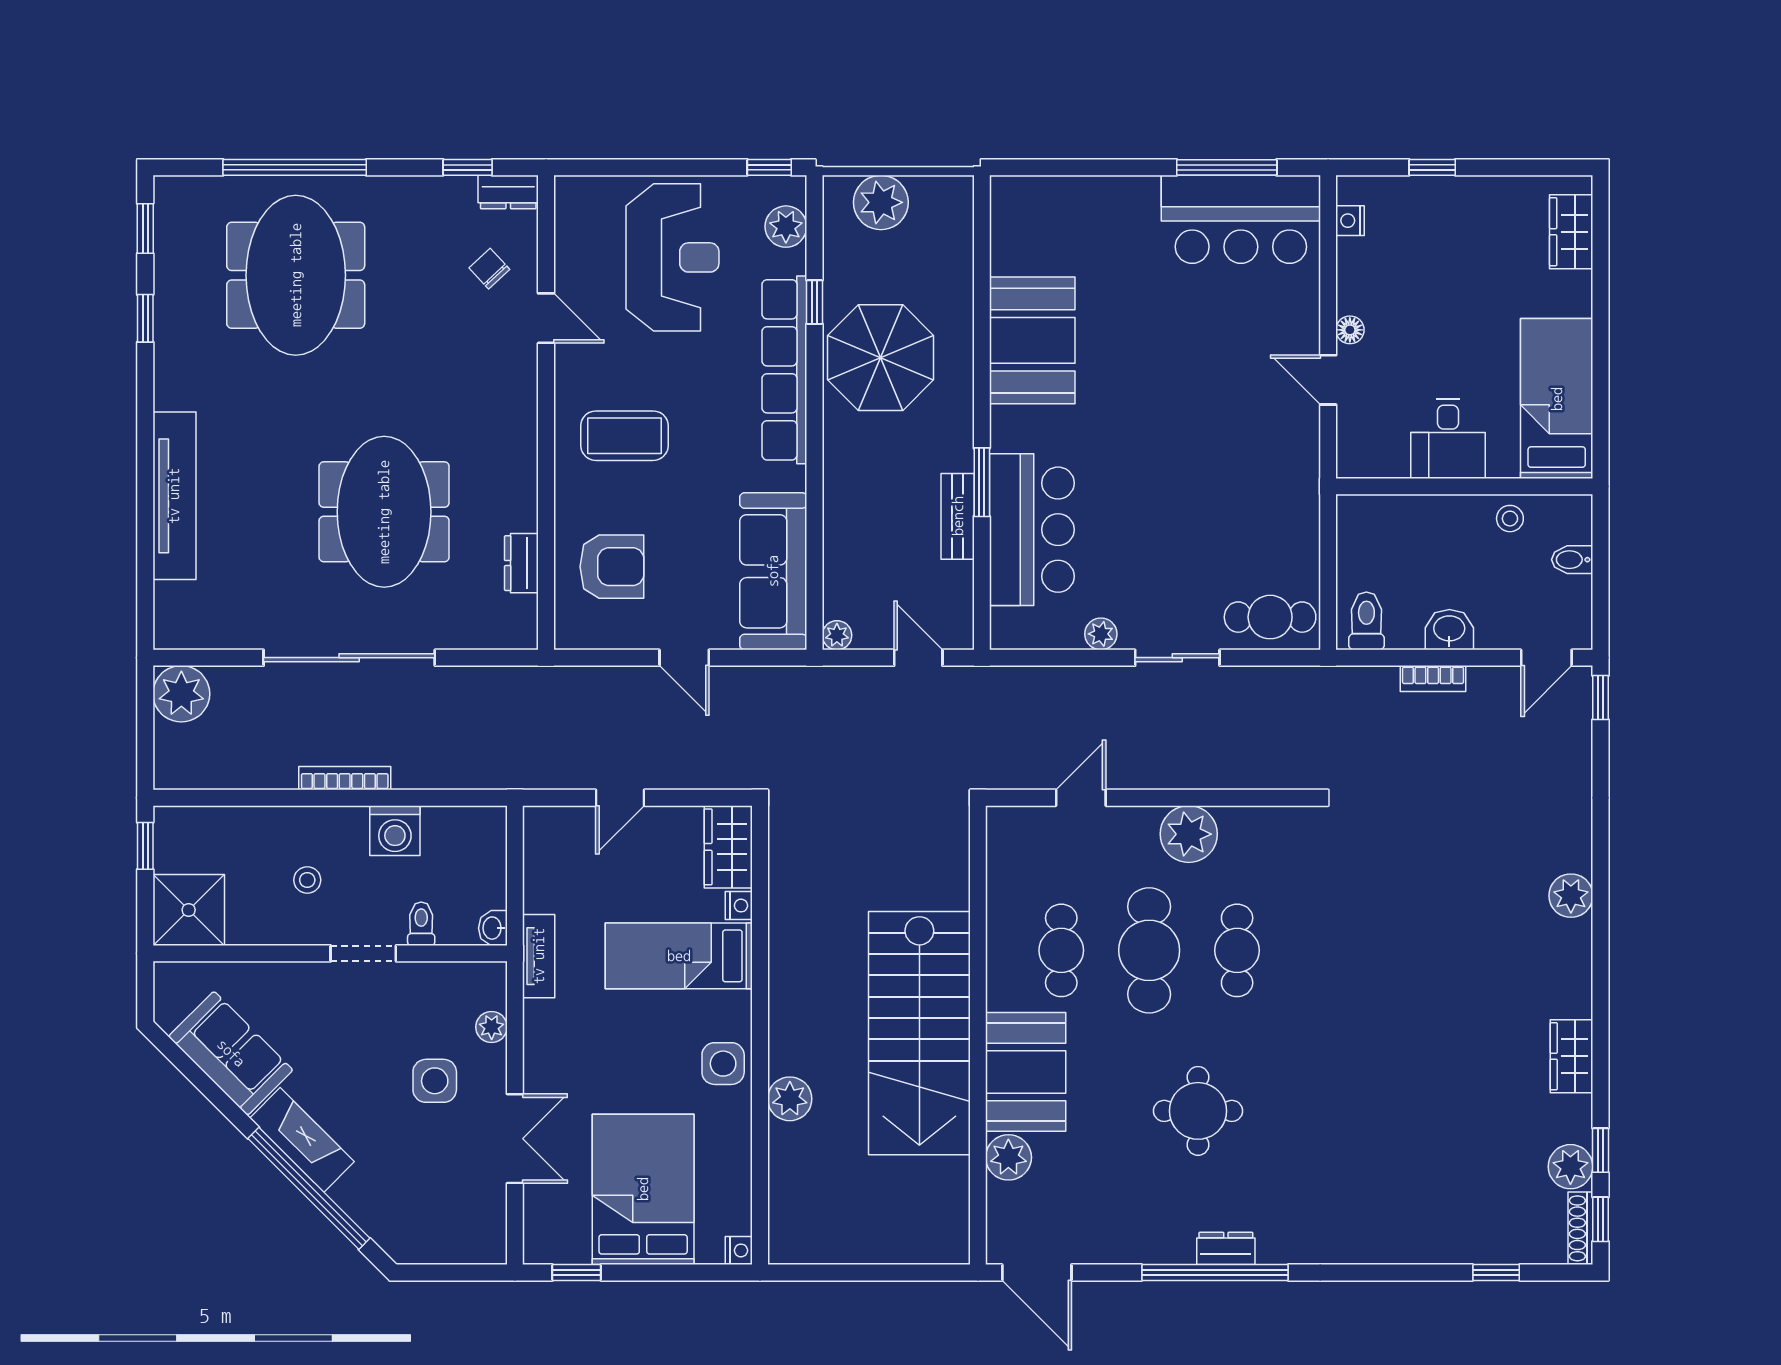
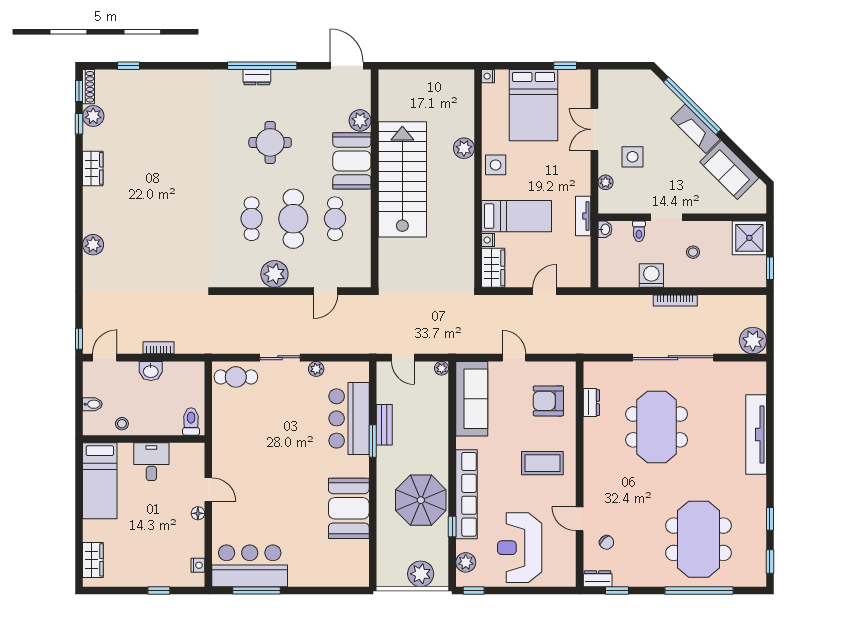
toilet: (1366, 621) -> (191, 421), moved, turned 180

